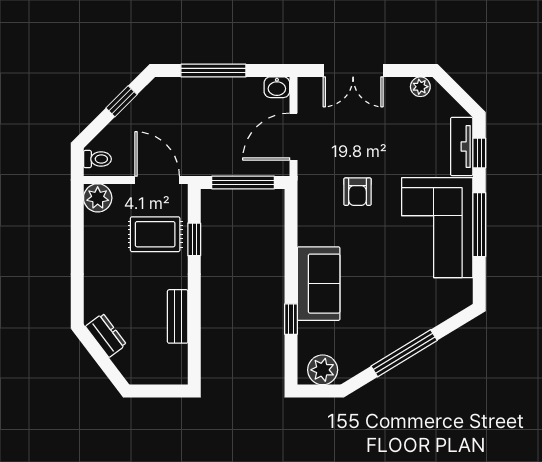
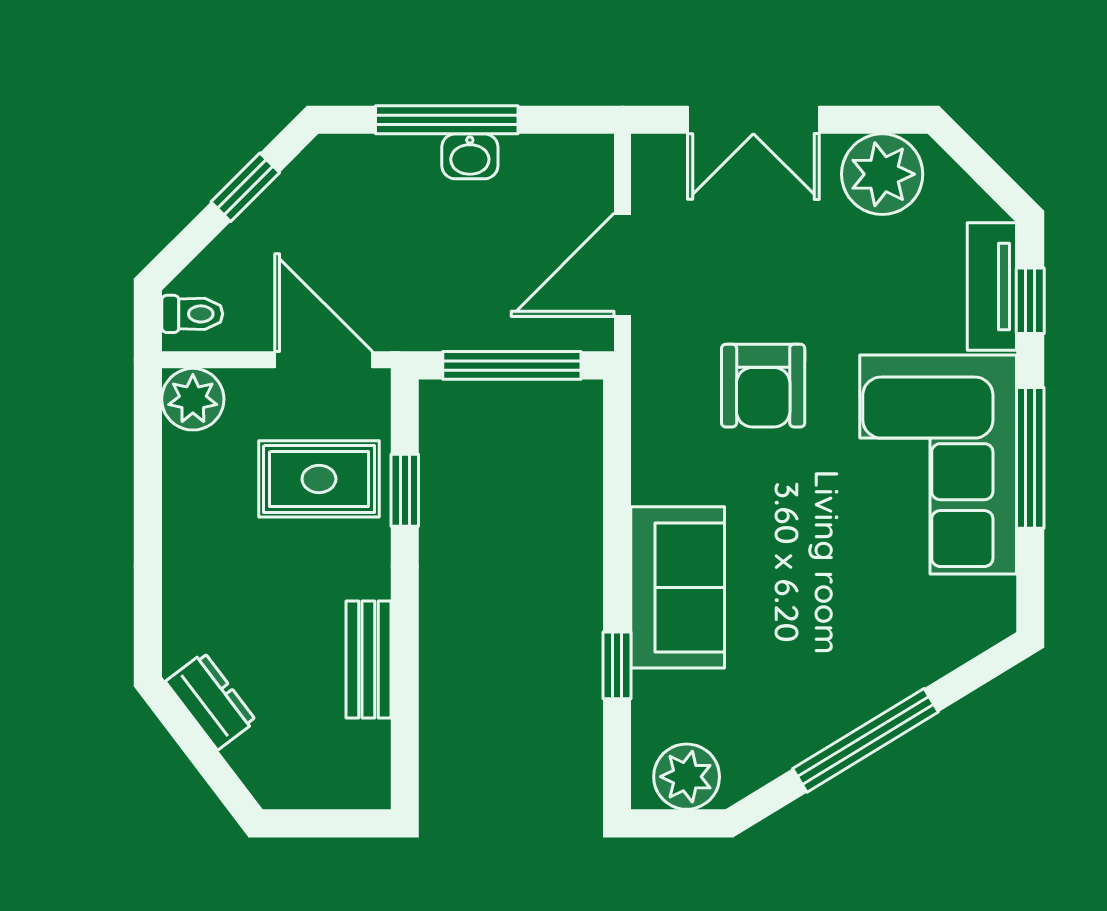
washbasin: (277, 87) -> (470, 156), moved
plant: (420, 87) -> (882, 174), width x1.88, depth x1.88
armchair: (357, 192) -> (763, 386), width x1.38, depth x1.38

